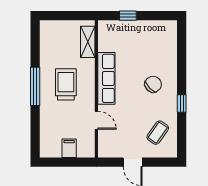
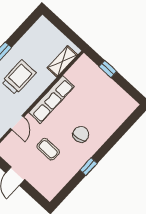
chair: (153, 84) -> (81, 134), turned -57
coffee table: (158, 133) -> (48, 149), moved, turned 55

